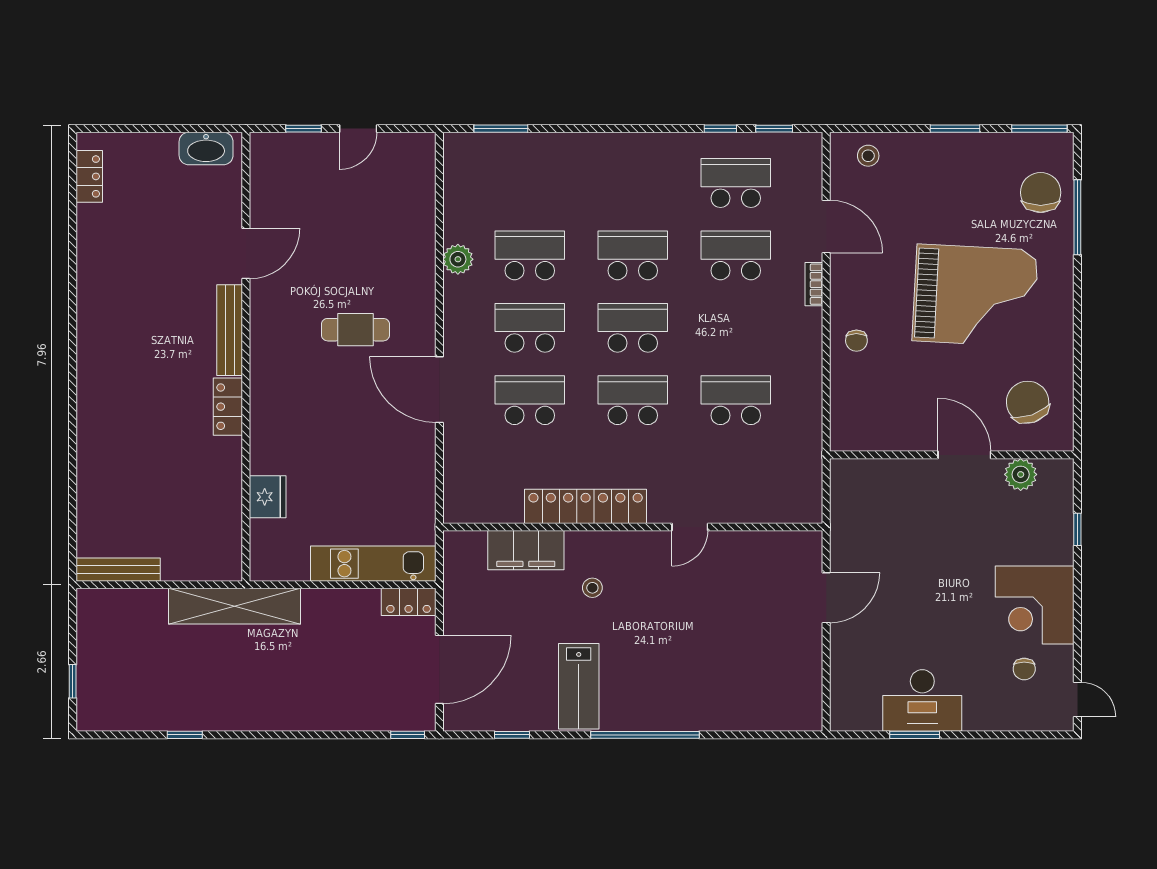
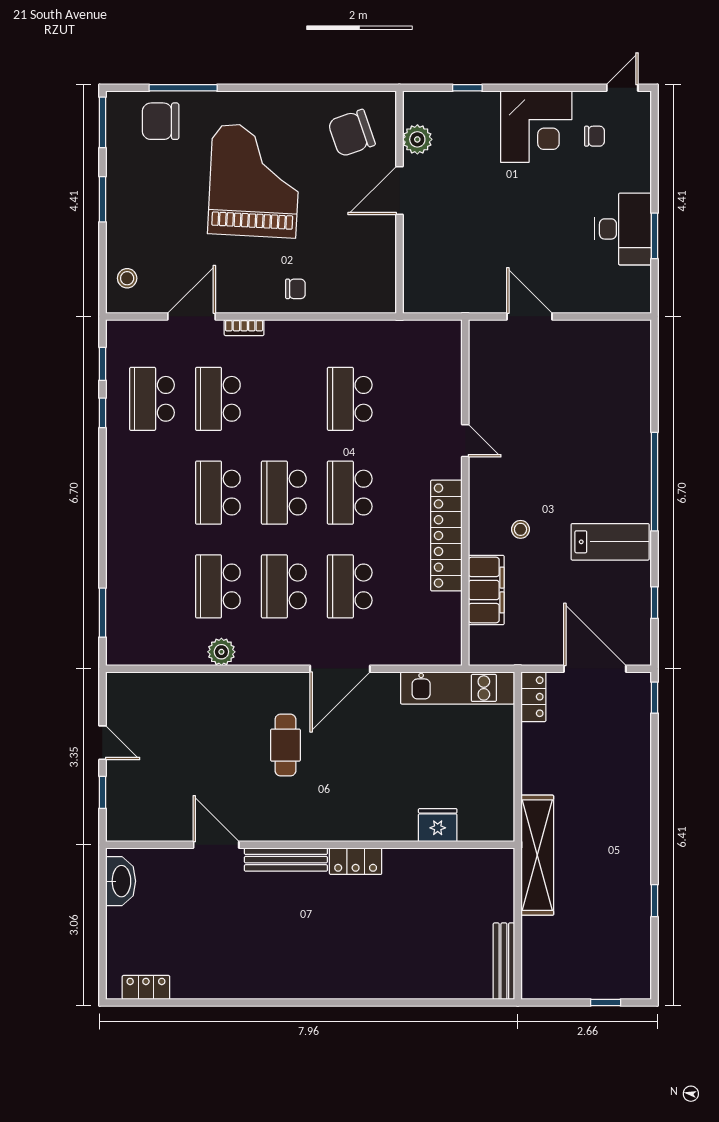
kitchen unit: (373, 564) -> (458, 688), moved, turned -90

